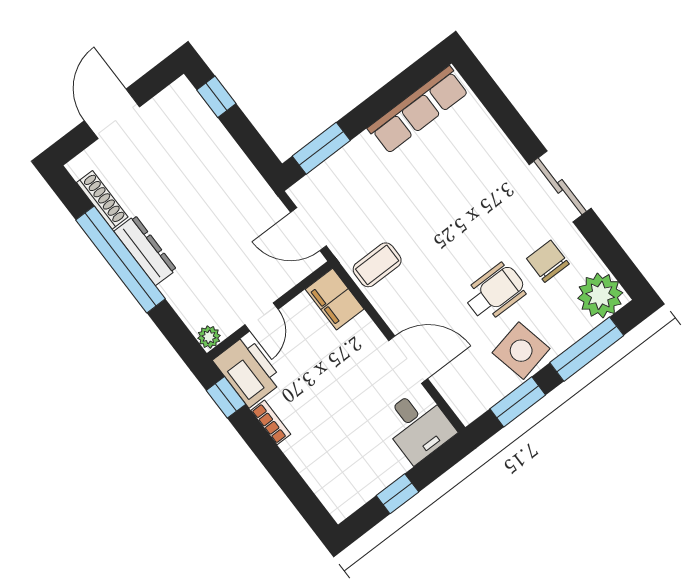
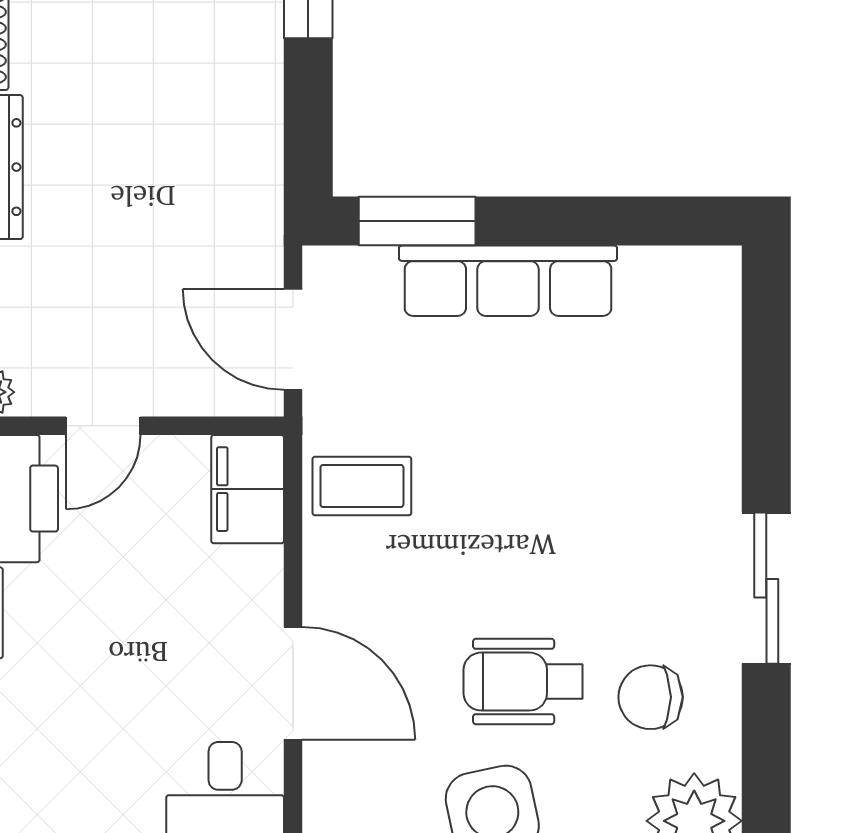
row of seats: (418, 110) -> (508, 281), moved
chair: (548, 261) -> (651, 697), turned -90
wheelchair: (495, 292) -> (523, 682), turned 180

